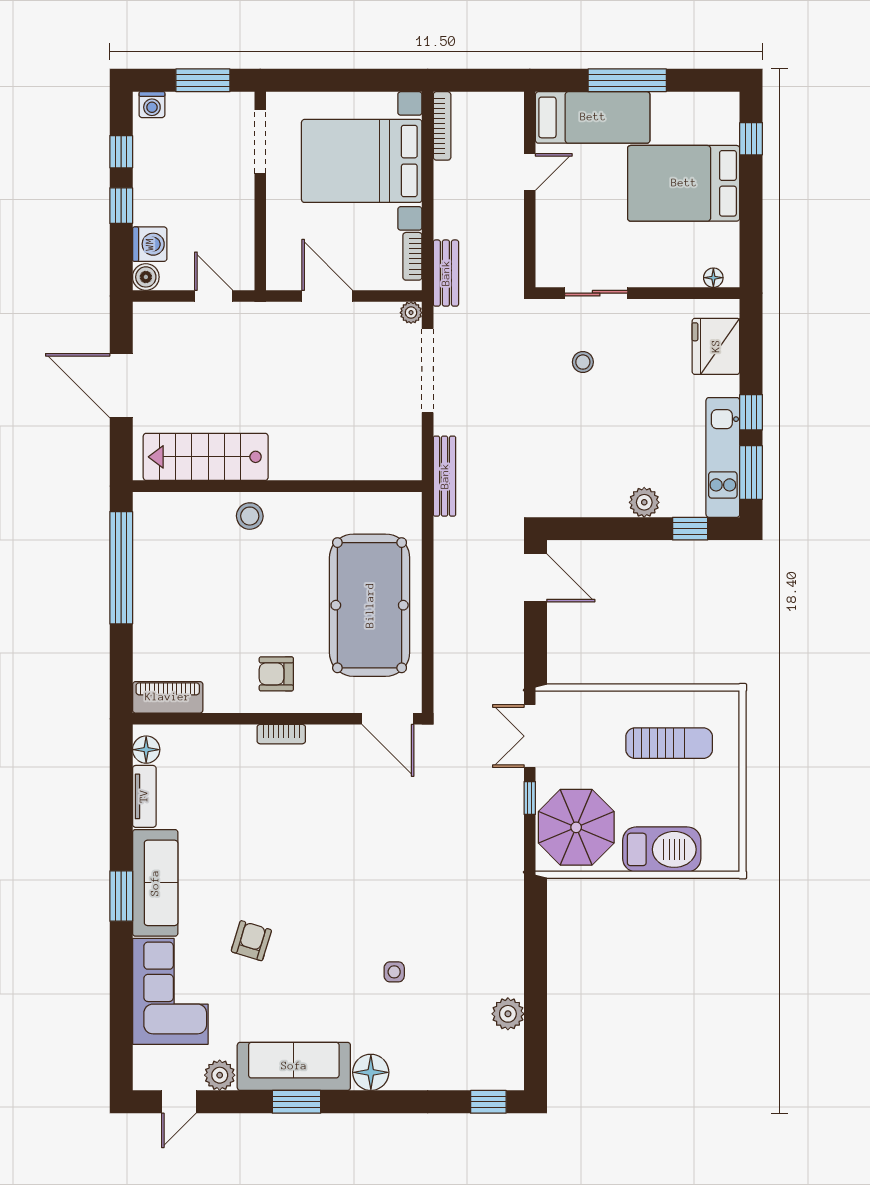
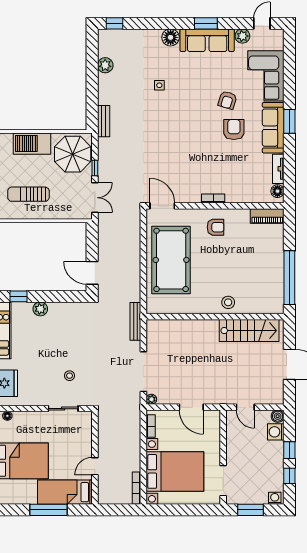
bench: (446, 273) -> (104, 121), moved
armchair: (238, 879) -> (234, 130), added

